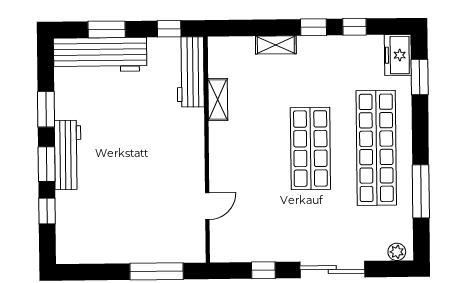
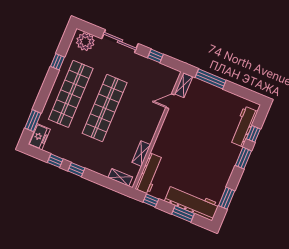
shelving: (276, 45) -> (120, 177), moved
window: (46, 109) -> (227, 198), moved
shop shelf: (310, 149) -> (105, 108), width x1.40
workbench: (68, 155) -> (244, 127), moved
window: (421, 191) -> (57, 62), width x0.46
shelving: (196, 242) -> (184, 85), added
plant: (397, 252) -> (85, 42), width x1.88, depth x1.88

